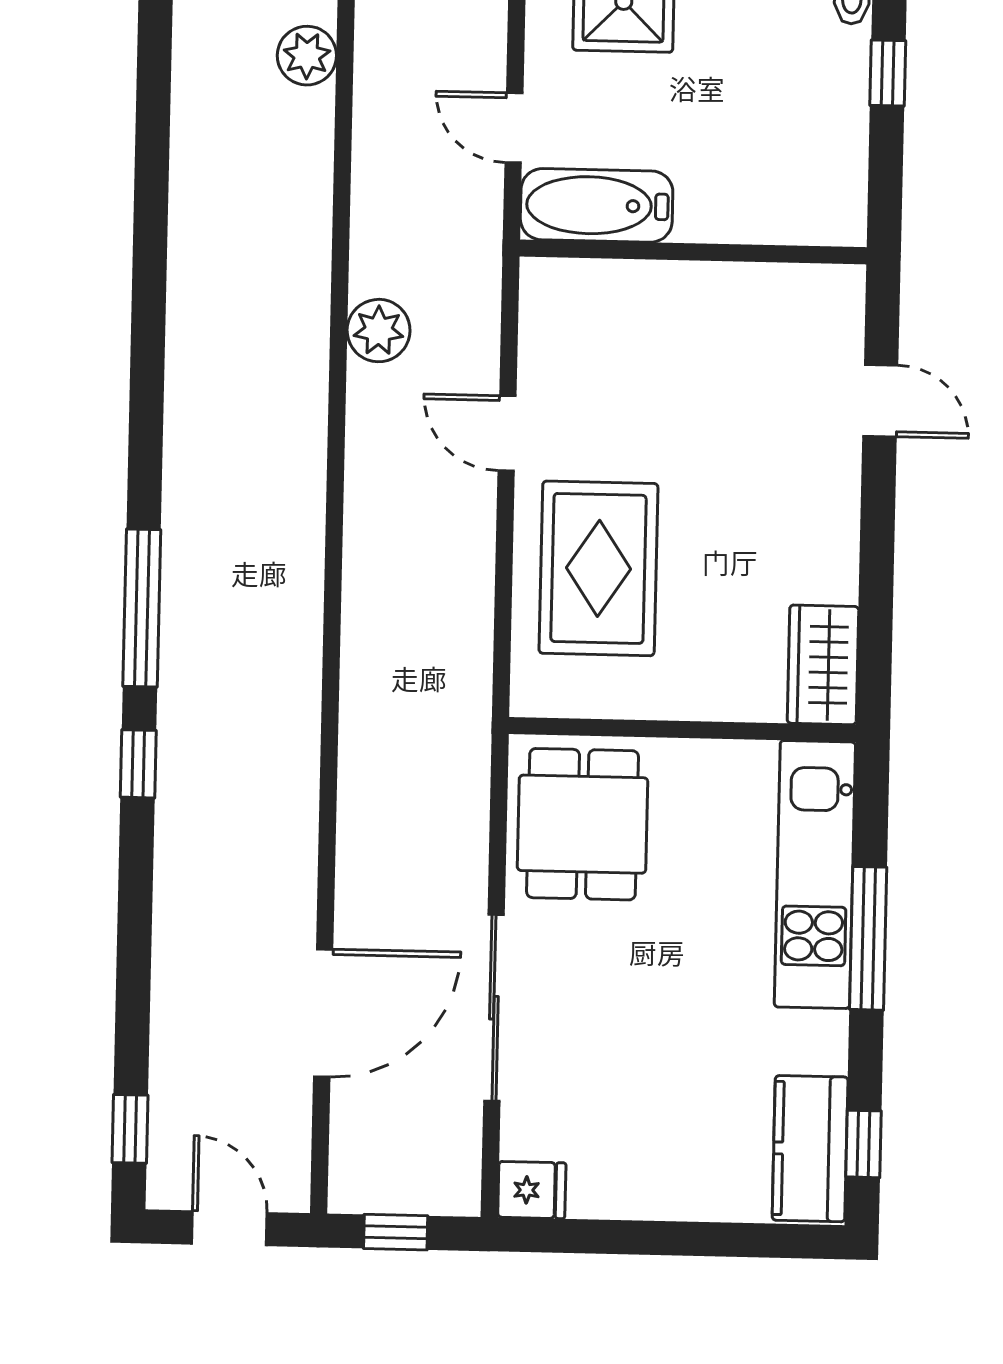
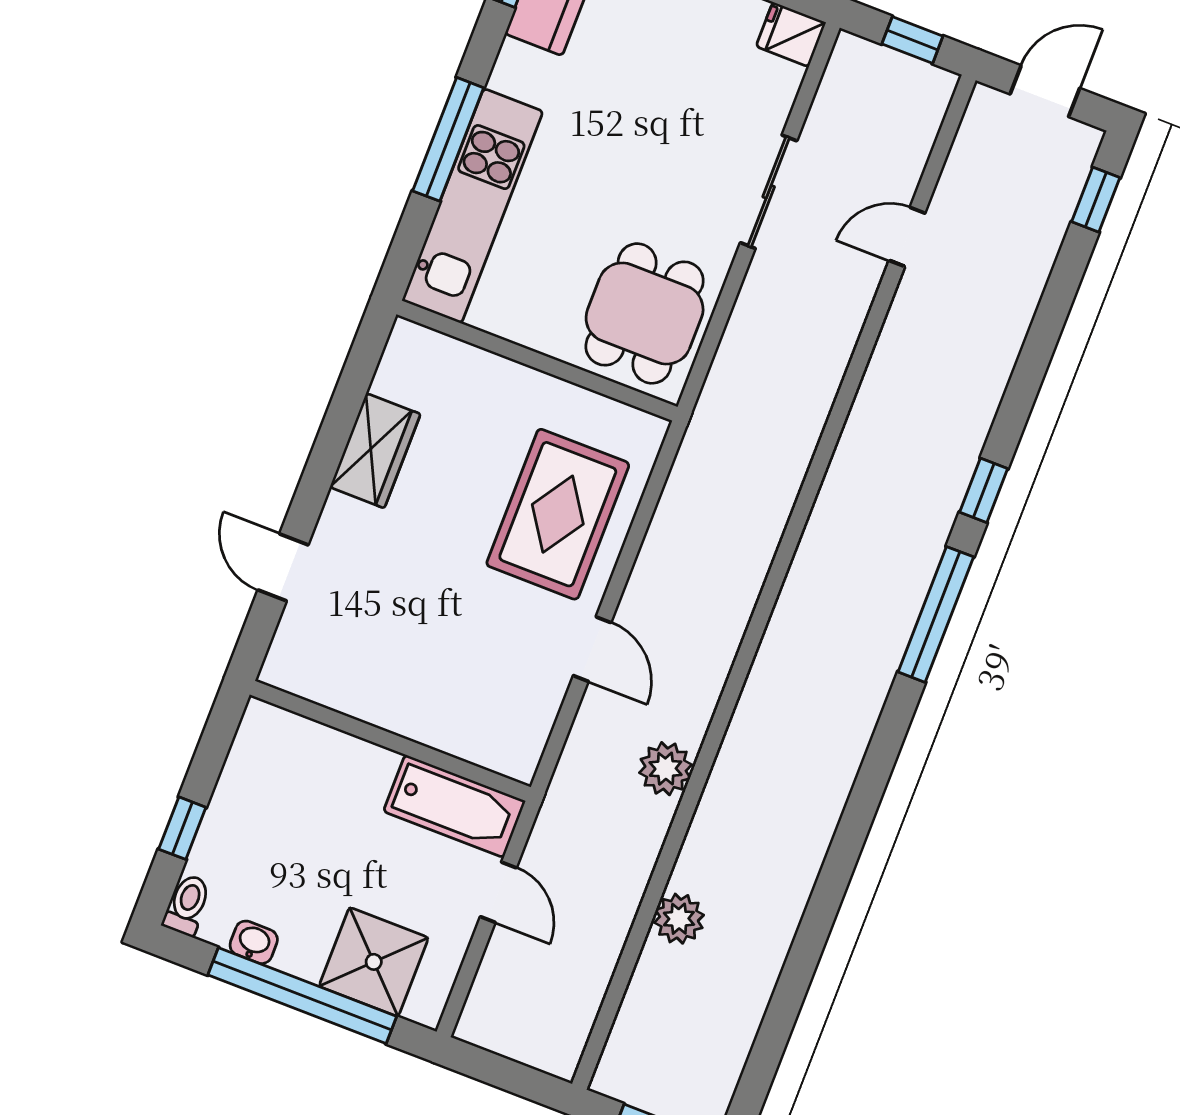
plant: (307, 56) -> (679, 919), moved
wardrobe: (823, 665) -> (375, 451), moved
sliding door: (494, 1008) -> (769, 192), width x0.73
door: (323, 1013) -> (907, 237), width x0.53
door: (229, 1228) -> (1045, 91), swing flipped

